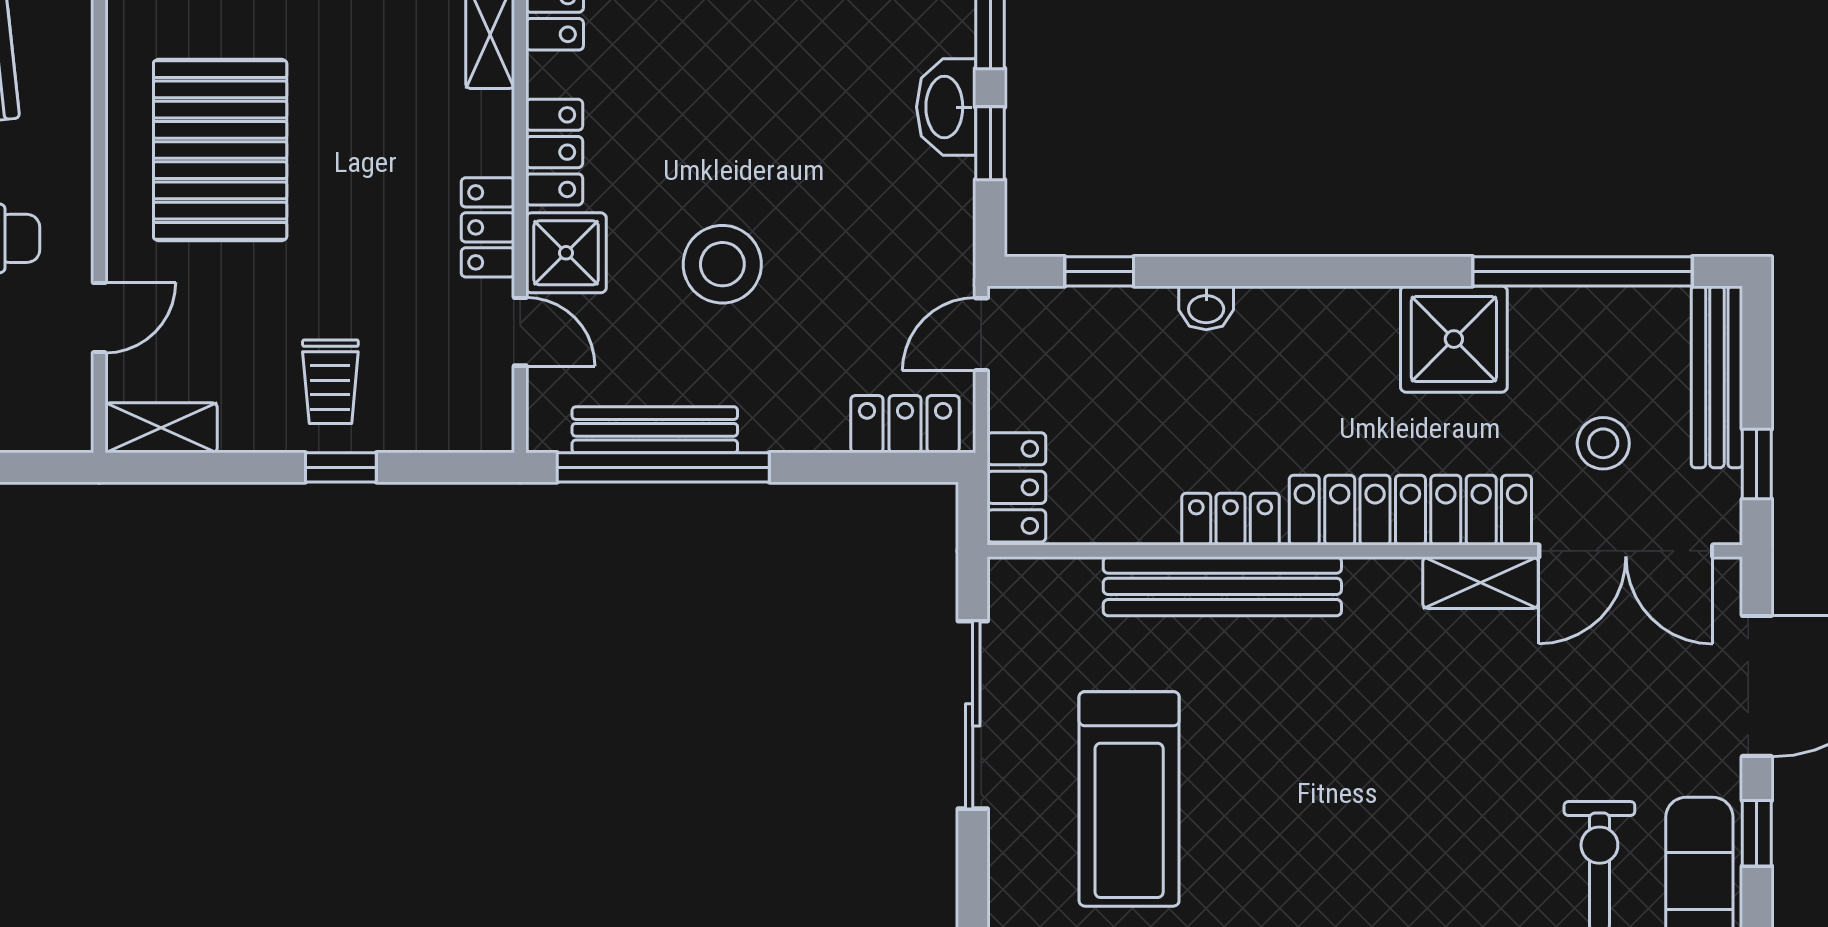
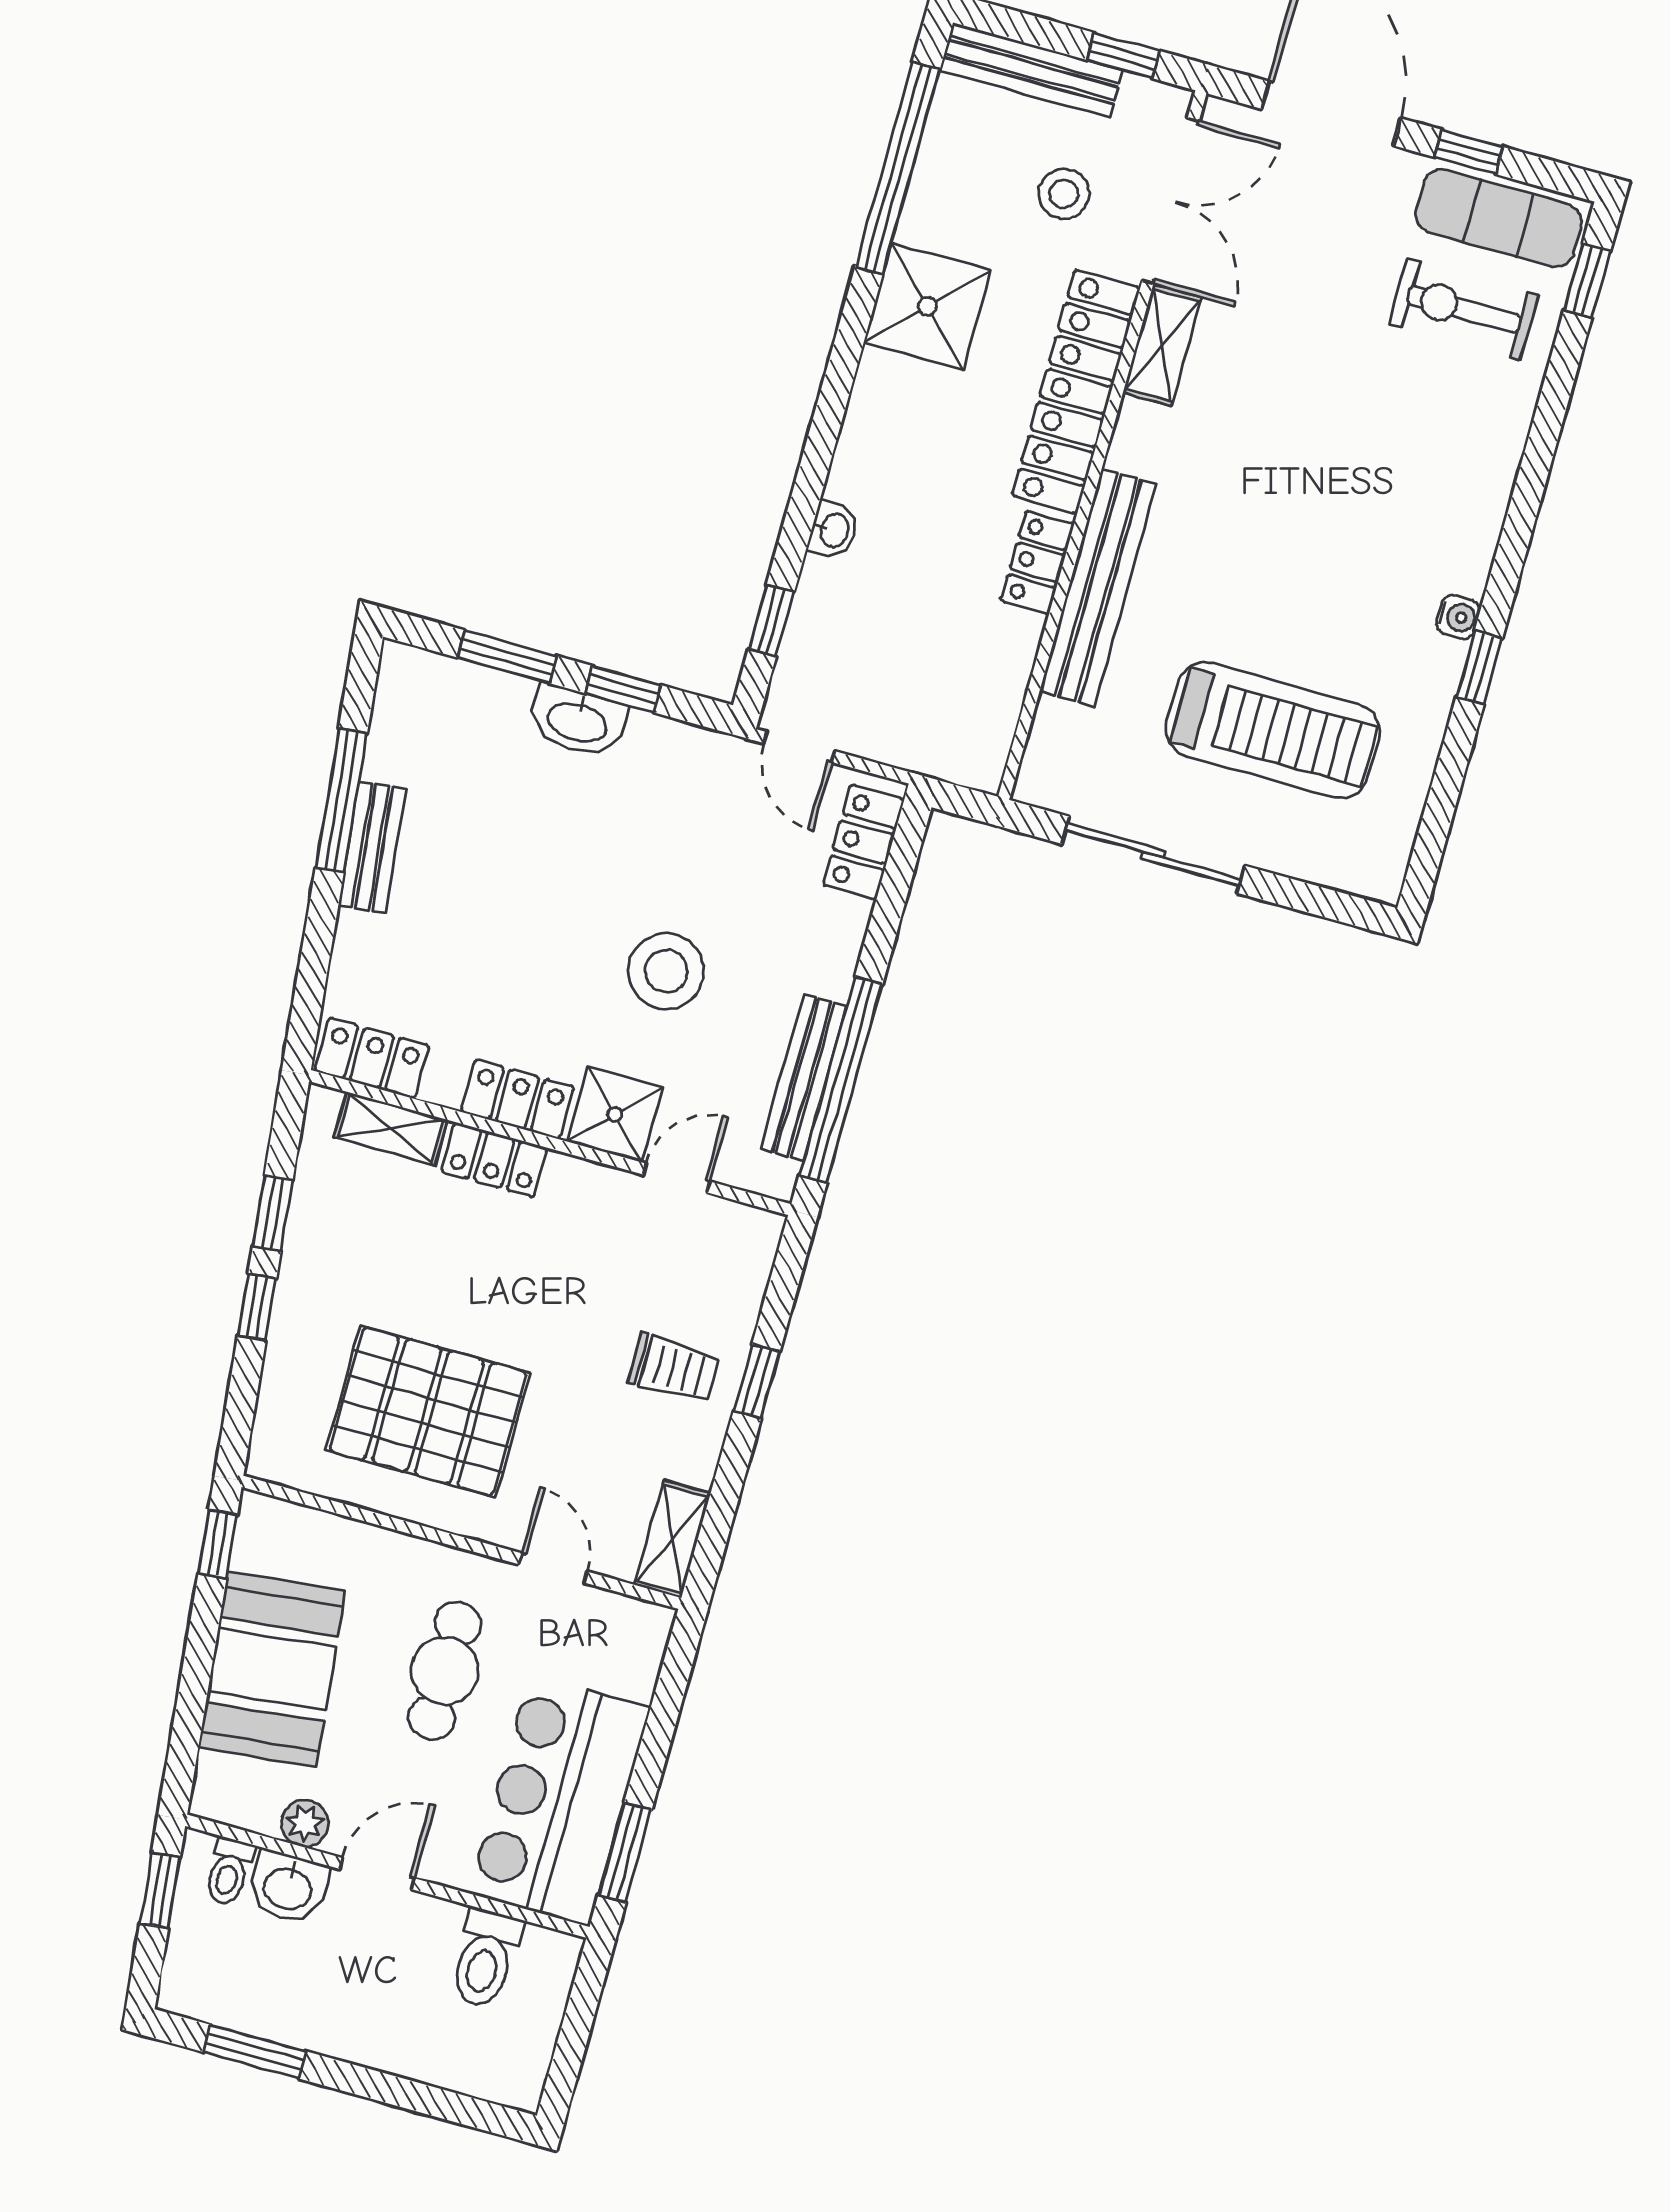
locker: (488, 227) -> (494, 1160), moved
locker: (1016, 487) -> (952, 754), removed

